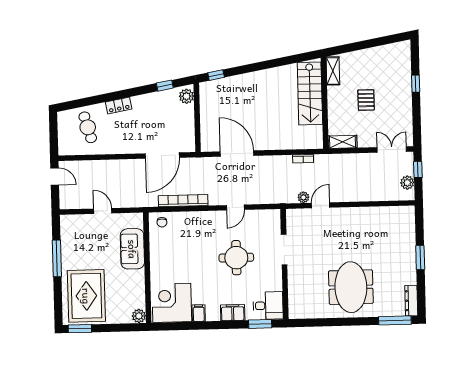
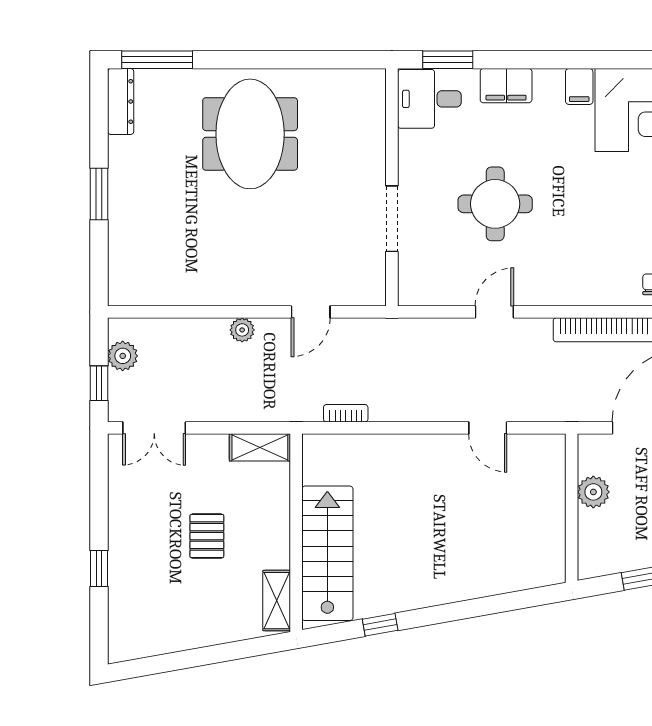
window: (216, 75) -> (380, 625), moved
plant: (186, 96) -> (593, 492), moved
door: (237, 154) -> (488, 428), width x0.53
plant: (303, 197) -> (242, 330), moved

